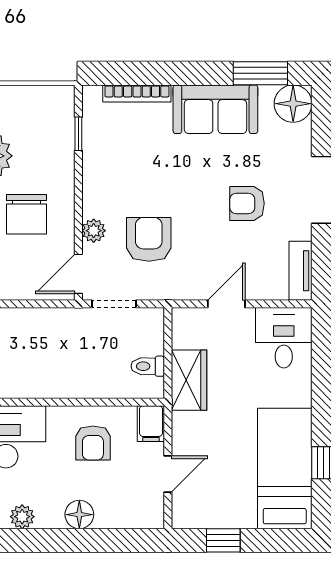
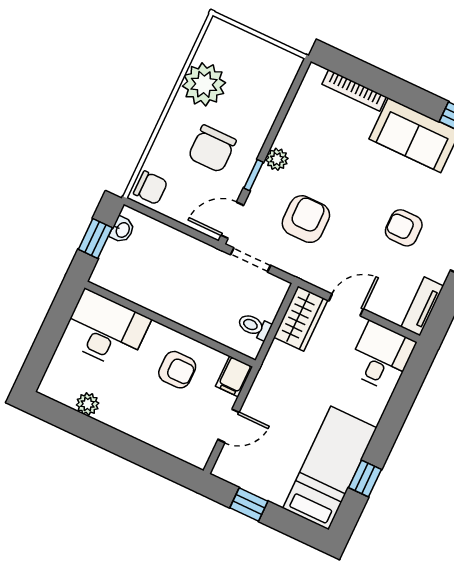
window: (78, 134) -> (253, 175), moved
plant: (94, 231) -> (277, 159), moved
wardrobe: (189, 380) -> (301, 319), moved
armchair: (93, 443) -> (177, 370), turned -90
floor lamp: (79, 515) -> (137, 425), removed

